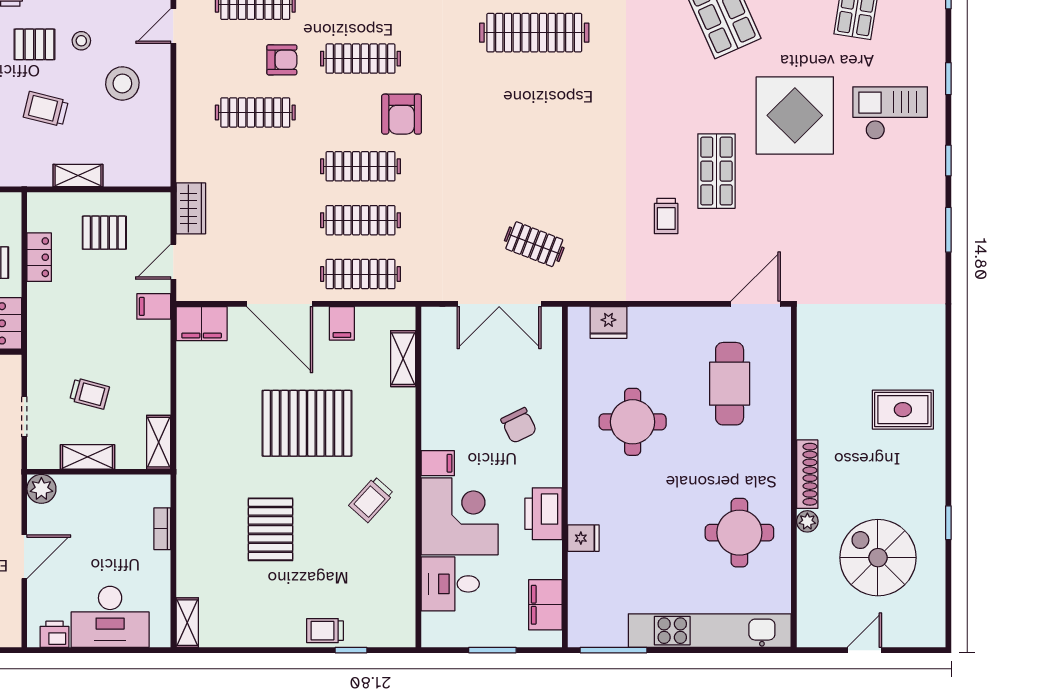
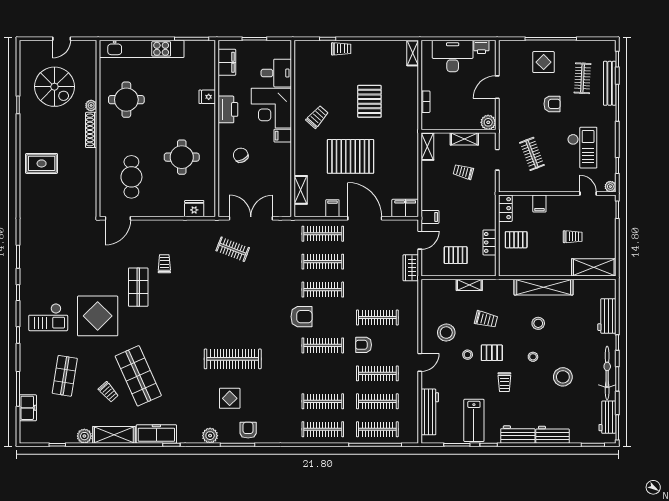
armchair: (402, 114) -> (301, 317), turned 90

